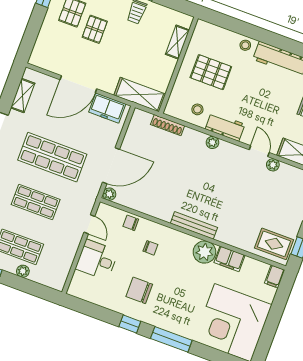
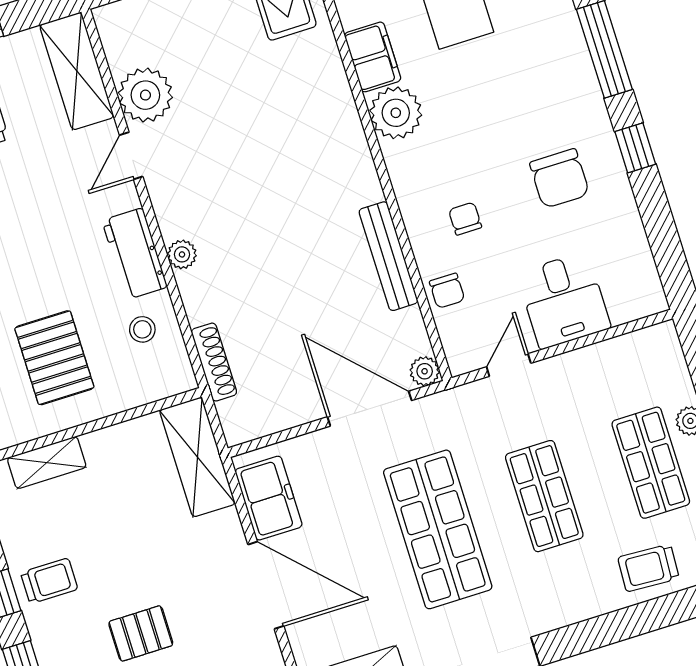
plant: (273, 165) -> (145, 95), width x1.88, depth x1.88
bench: (194, 225) -> (388, 256), moved

